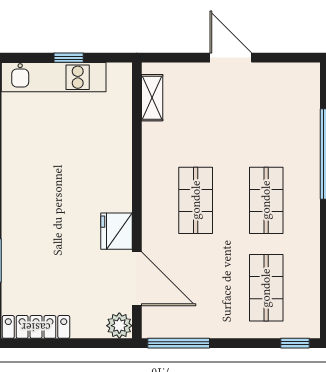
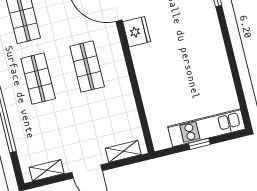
shelving: (285, 73) -> (47, 170), added
shelving: (152, 98) -> (123, 151), moved, turned 90

